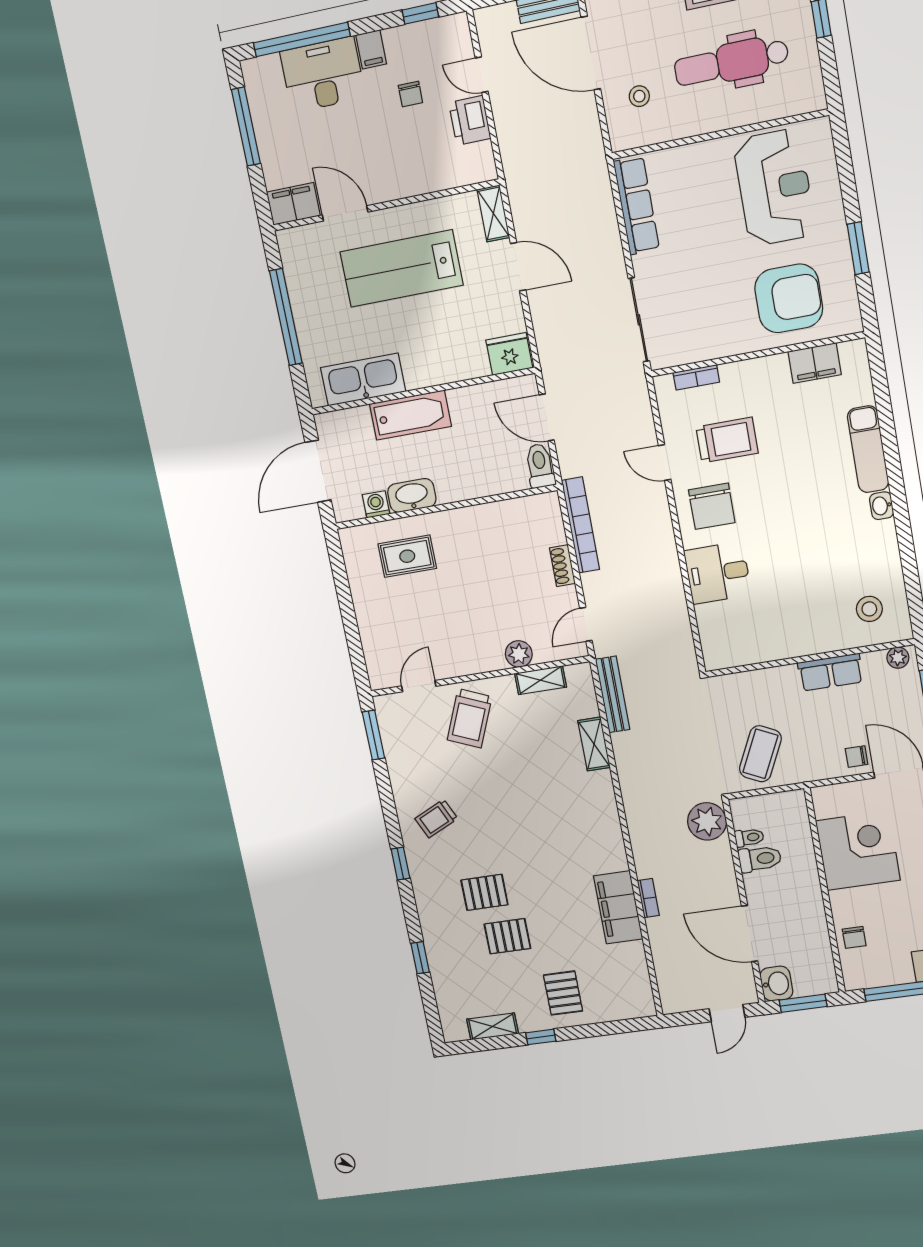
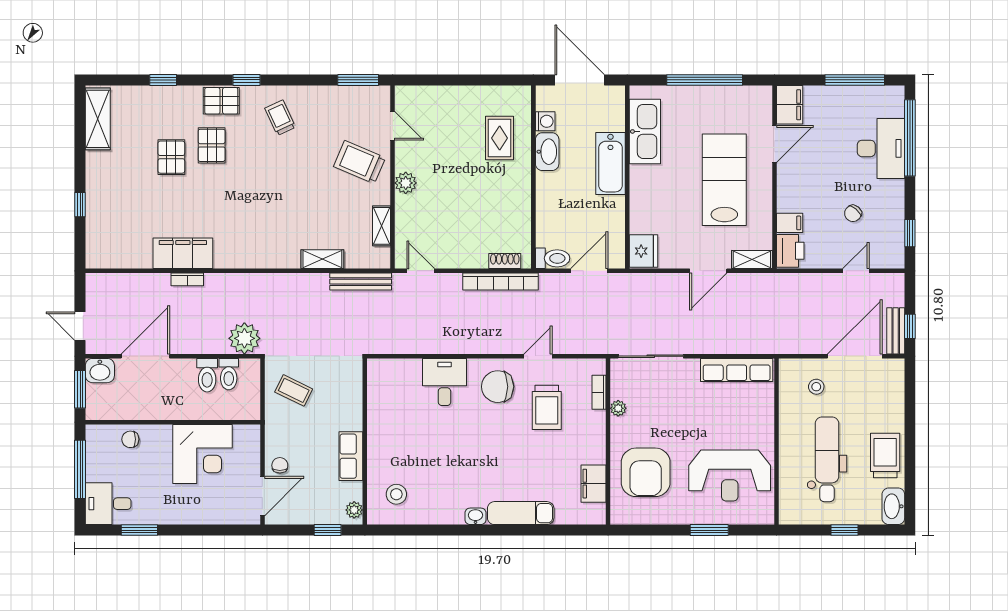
filing cabinet: (371, 49) -> (790, 223), moved, turned 180
chair: (410, 94) -> (853, 213), turned -49
printer: (470, 120) -> (790, 251), moved, turned 90
window: (858, 248) -> (709, 530), moved
plant: (712, 349) -> (618, 408), added
shoe rack: (562, 566) -> (505, 261), moved
plant: (519, 654) -> (406, 183), moved
coffee table: (760, 754) -> (294, 390), width x0.73, depth x0.77
toilet: (749, 837) -> (229, 374), width x1.37, depth x1.39
pallet: (563, 993) -> (221, 101), moved
shelving: (493, 1026) -> (98, 119), width x1.50, depth x1.33
window: (541, 1037) -> (80, 205), moved

